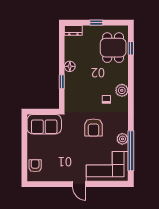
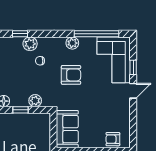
window: (131, 81) -> (20, 34), added
plant: (70, 95) -> (35, 101), added
plant: (122, 139) -> (72, 43), moved
window: (100, 184) -> (133, 67), added

